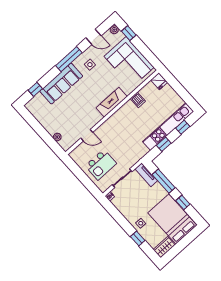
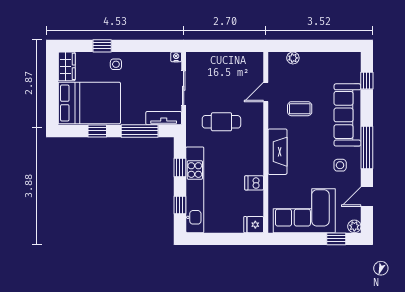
coffee table: (80, 111) -> (300, 109), added
cafe table: (122, 144) -> (221, 122), added
kitchen island: (101, 165) -> (220, 78), removed

